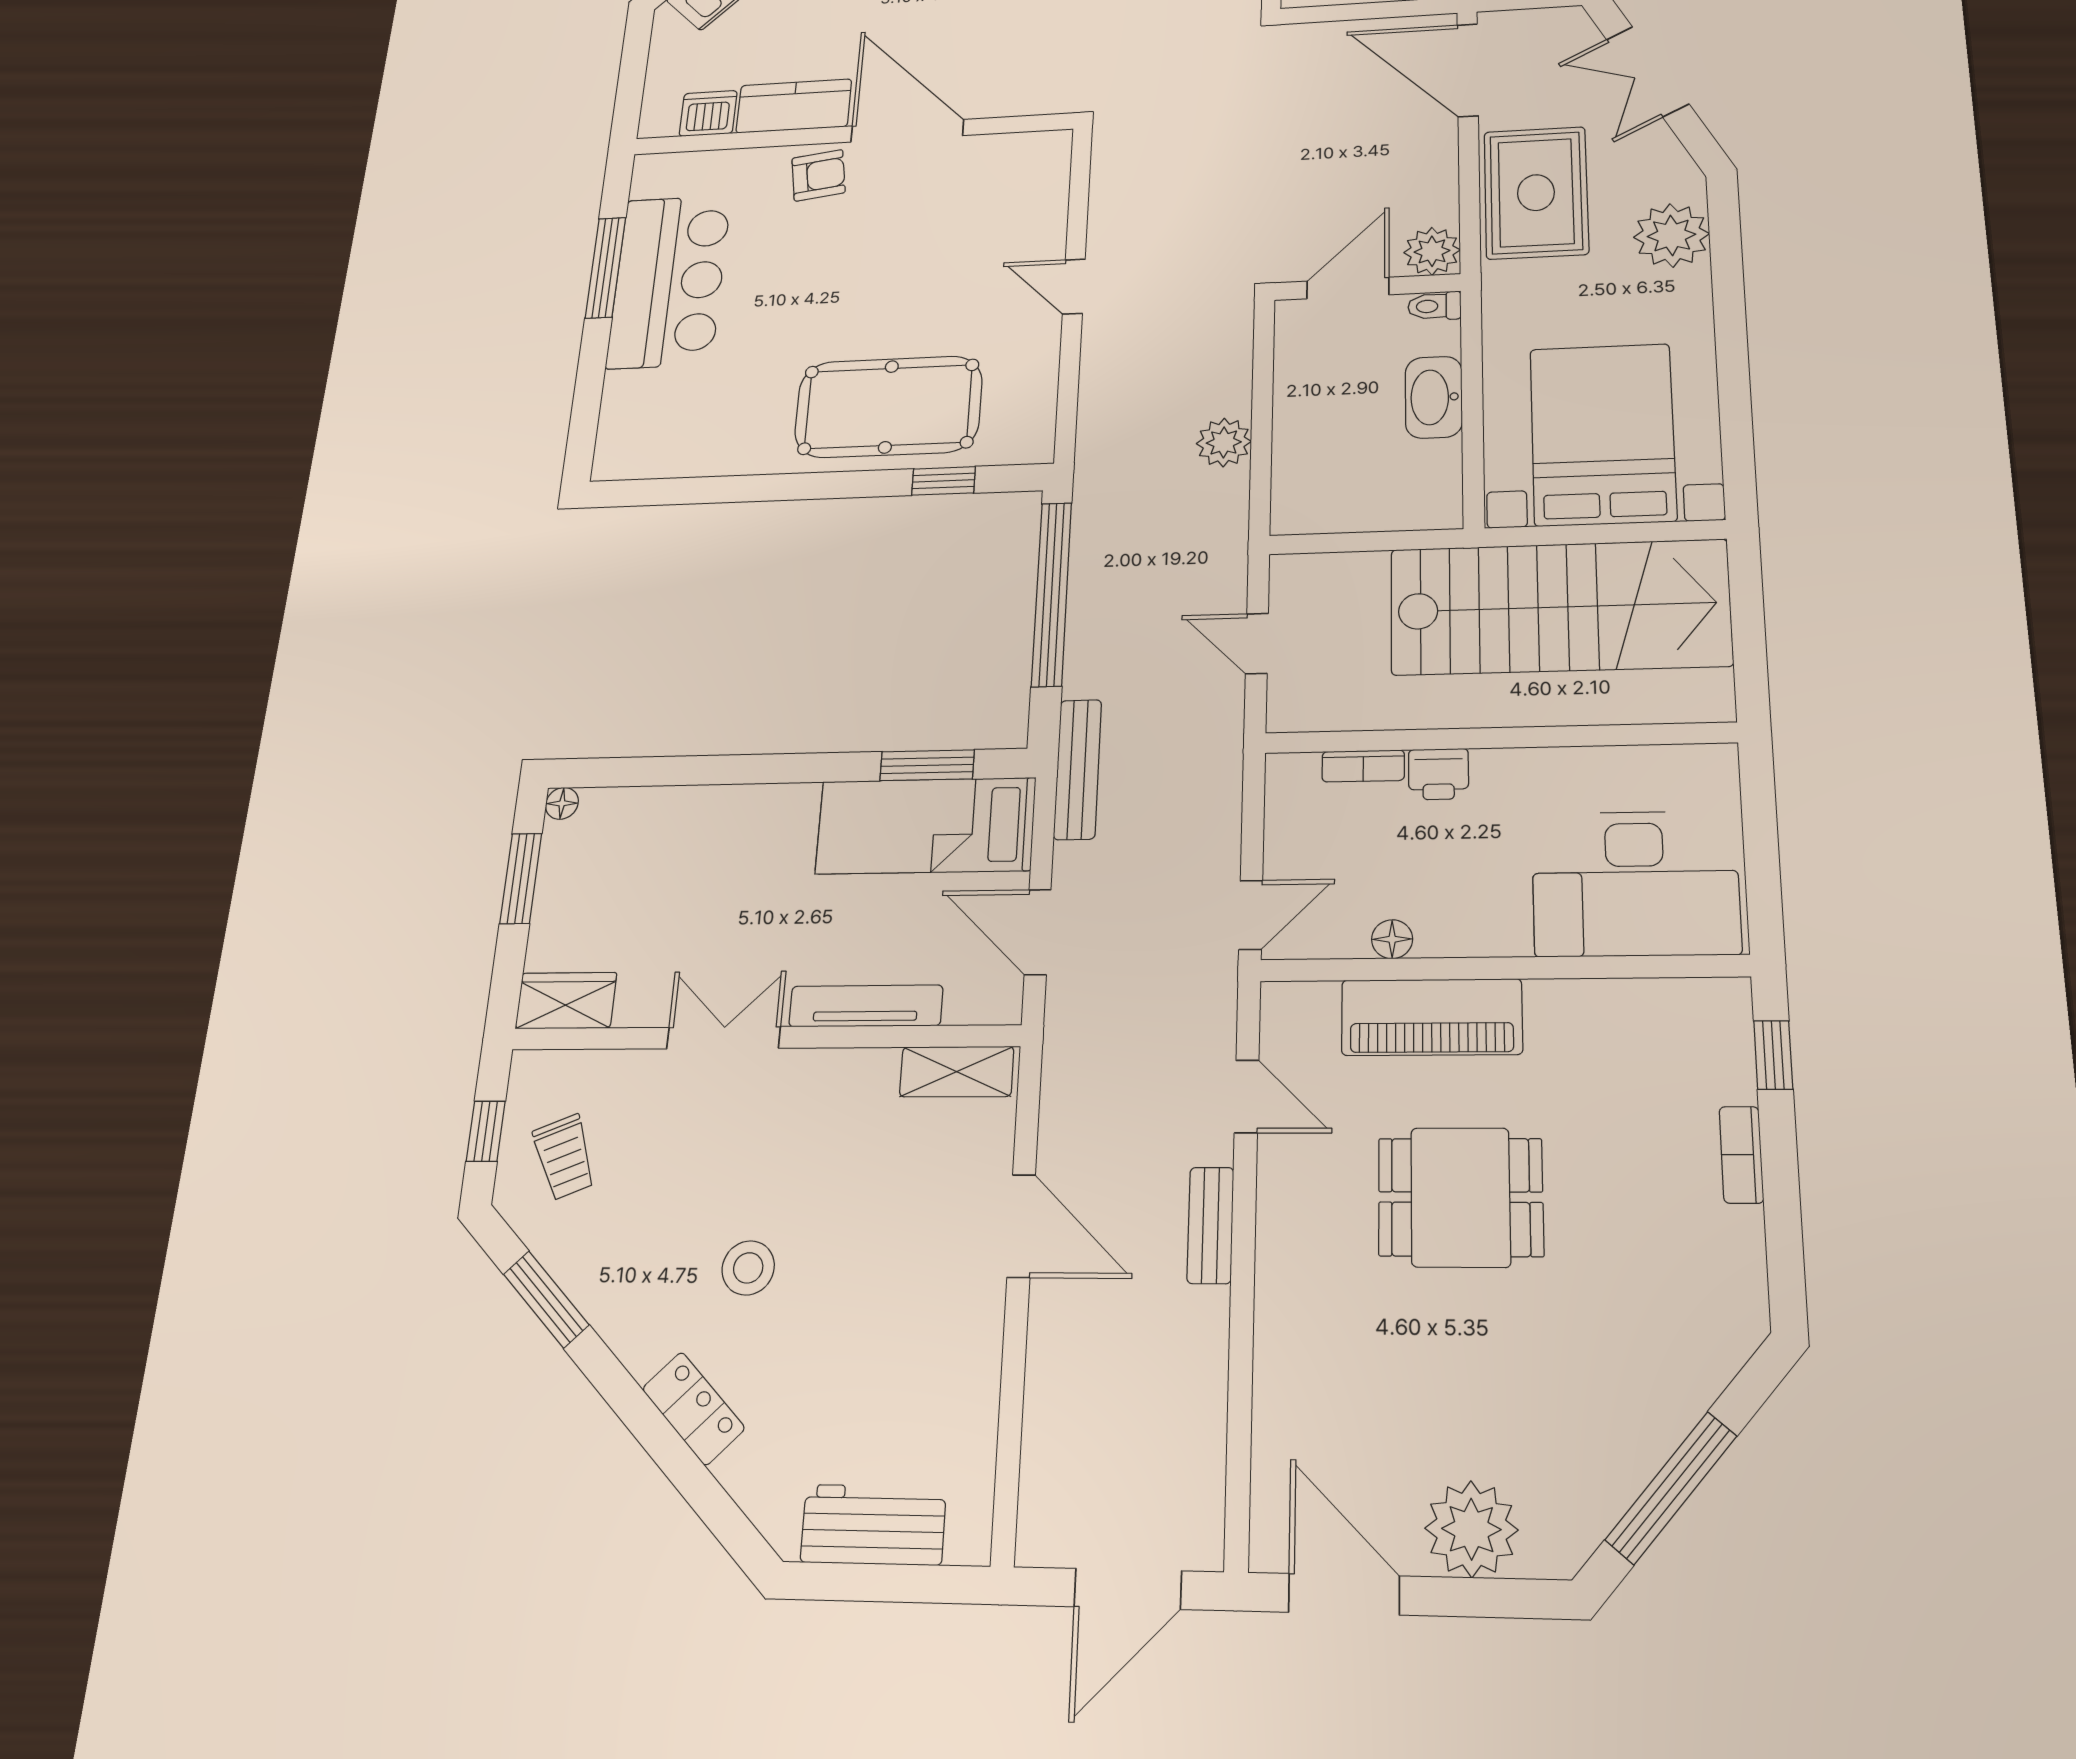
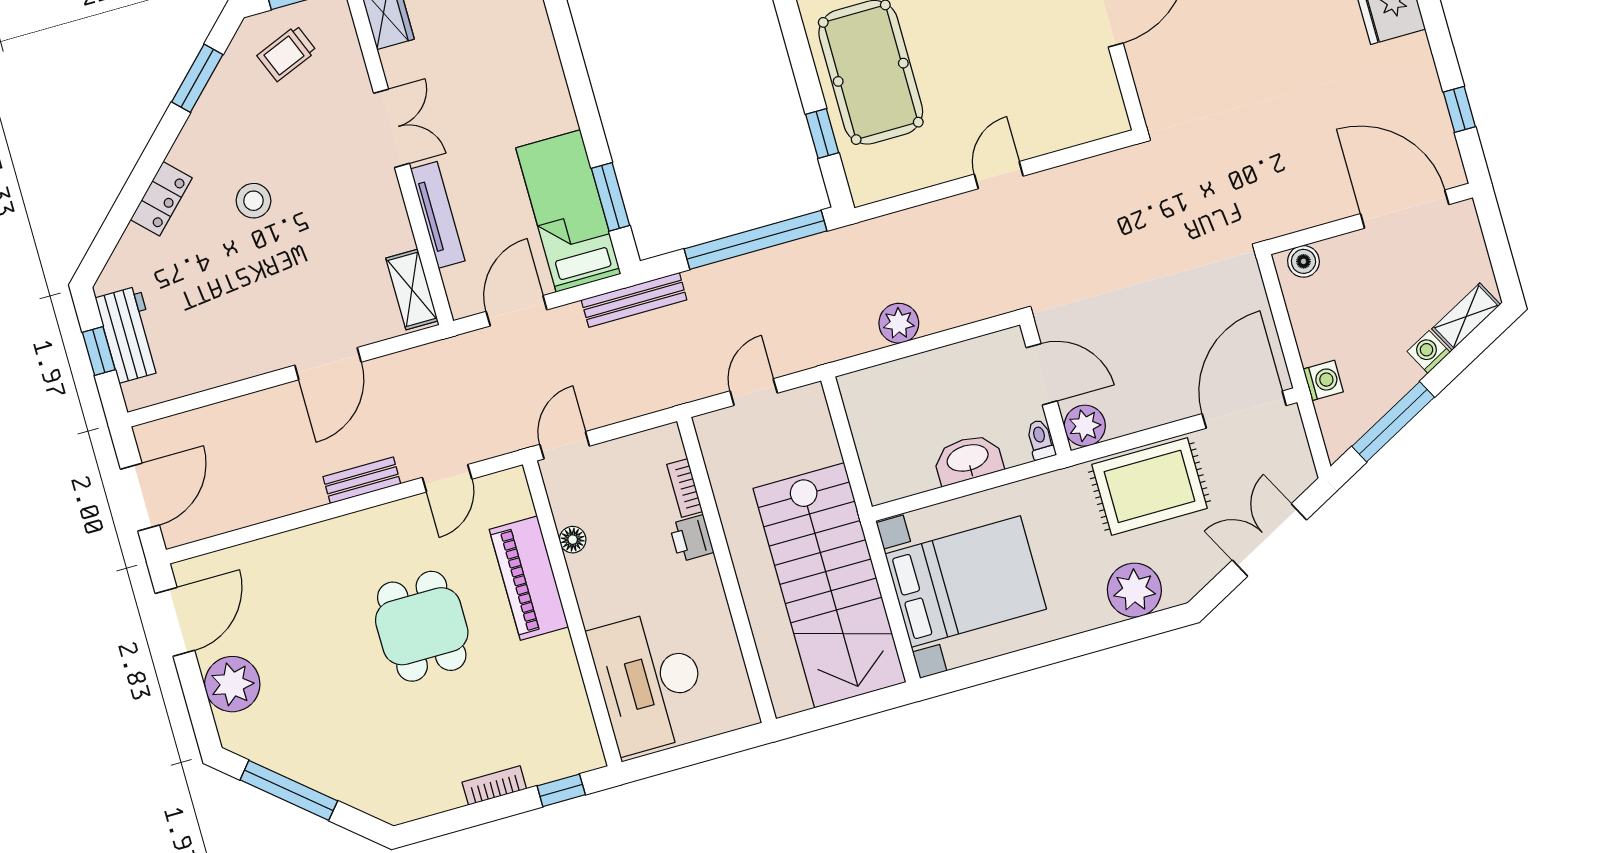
door: (1251, 915) -> (565, 445), swing flipped
window: (881, 1583) -> (99, 351), added
door: (1128, 1589) -> (140, 497), swing flipped

